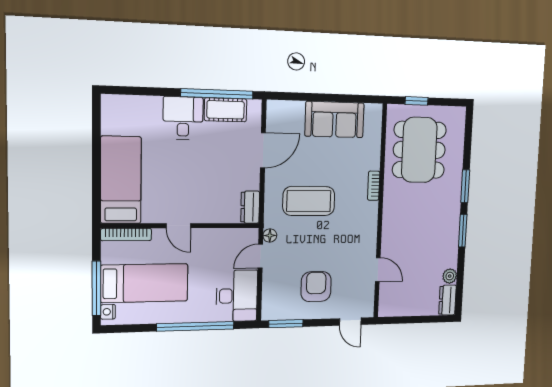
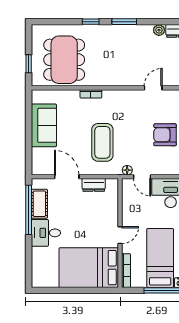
dining table: (419, 150) -> (64, 60), turned 90
bed: (121, 180) -> (89, 268), width x1.50
window: (465, 186) -> (91, 22), width x0.67
dresser: (250, 207) -> (94, 185), moved

